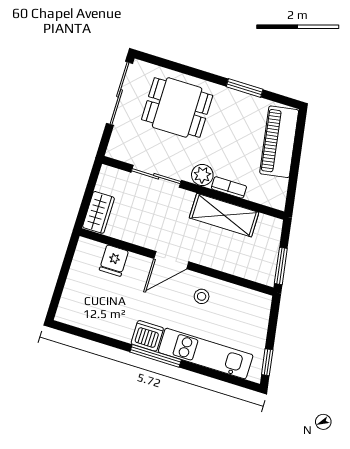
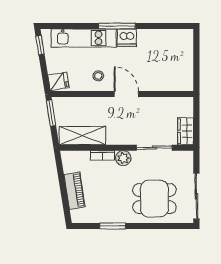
piano: (279, 142) -> (75, 191), width x0.73, depth x0.75
wardrobe: (99, 212) -> (186, 131), moved
shelving: (224, 215) -> (83, 136), moved
door: (171, 260) -> (126, 94), hinge flipped
fridge: (114, 261) -> (58, 81), moved, turned 81

